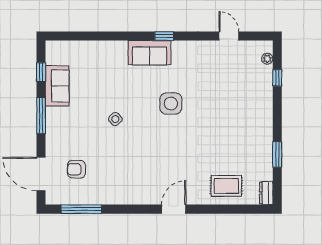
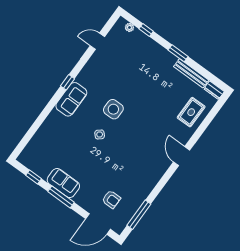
sofa: (57, 86) -> (63, 183), moved
side table: (115, 119) -> (100, 134), moved
window: (277, 155) -> (178, 53), moved
bench: (266, 157) -> (191, 73), added
armchair: (76, 169) -> (111, 199), turned -90

